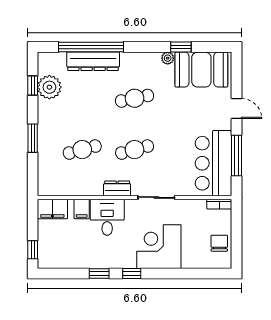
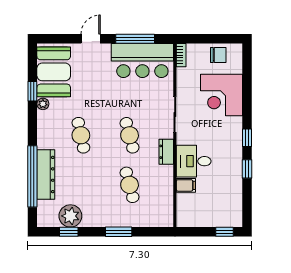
filing cabinet: (52, 209) -> (186, 213), removed
chair: (219, 243) -> (218, 55), turned 180
corner desk: (159, 247) -> (222, 95), moved

